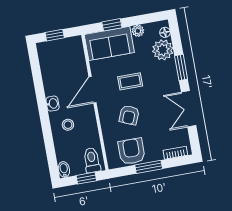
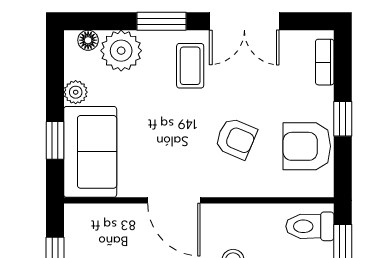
coffee table: (130, 81) -> (190, 66), moved
window: (149, 167) -> (343, 119), width x0.67

